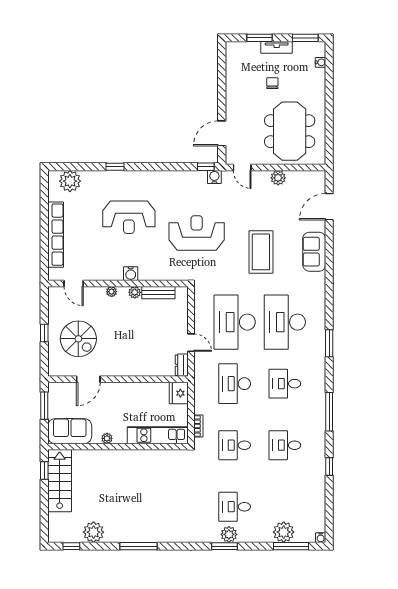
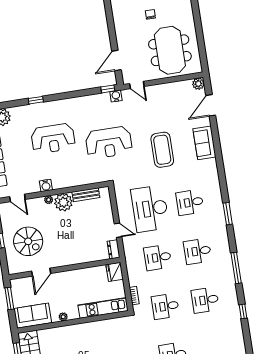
plant: (278, 178) -> (198, 84), moved
reception desk: (197, 233) -> (109, 143), turned 180
water cooler: (131, 274) -> (46, 185), moved
plant: (135, 292) -> (63, 202), width x1.88, depth x1.88
desk: (285, 322) -> (190, 202), width x0.53, depth x0.77
desk: (235, 384) -> (158, 257), width x0.73

